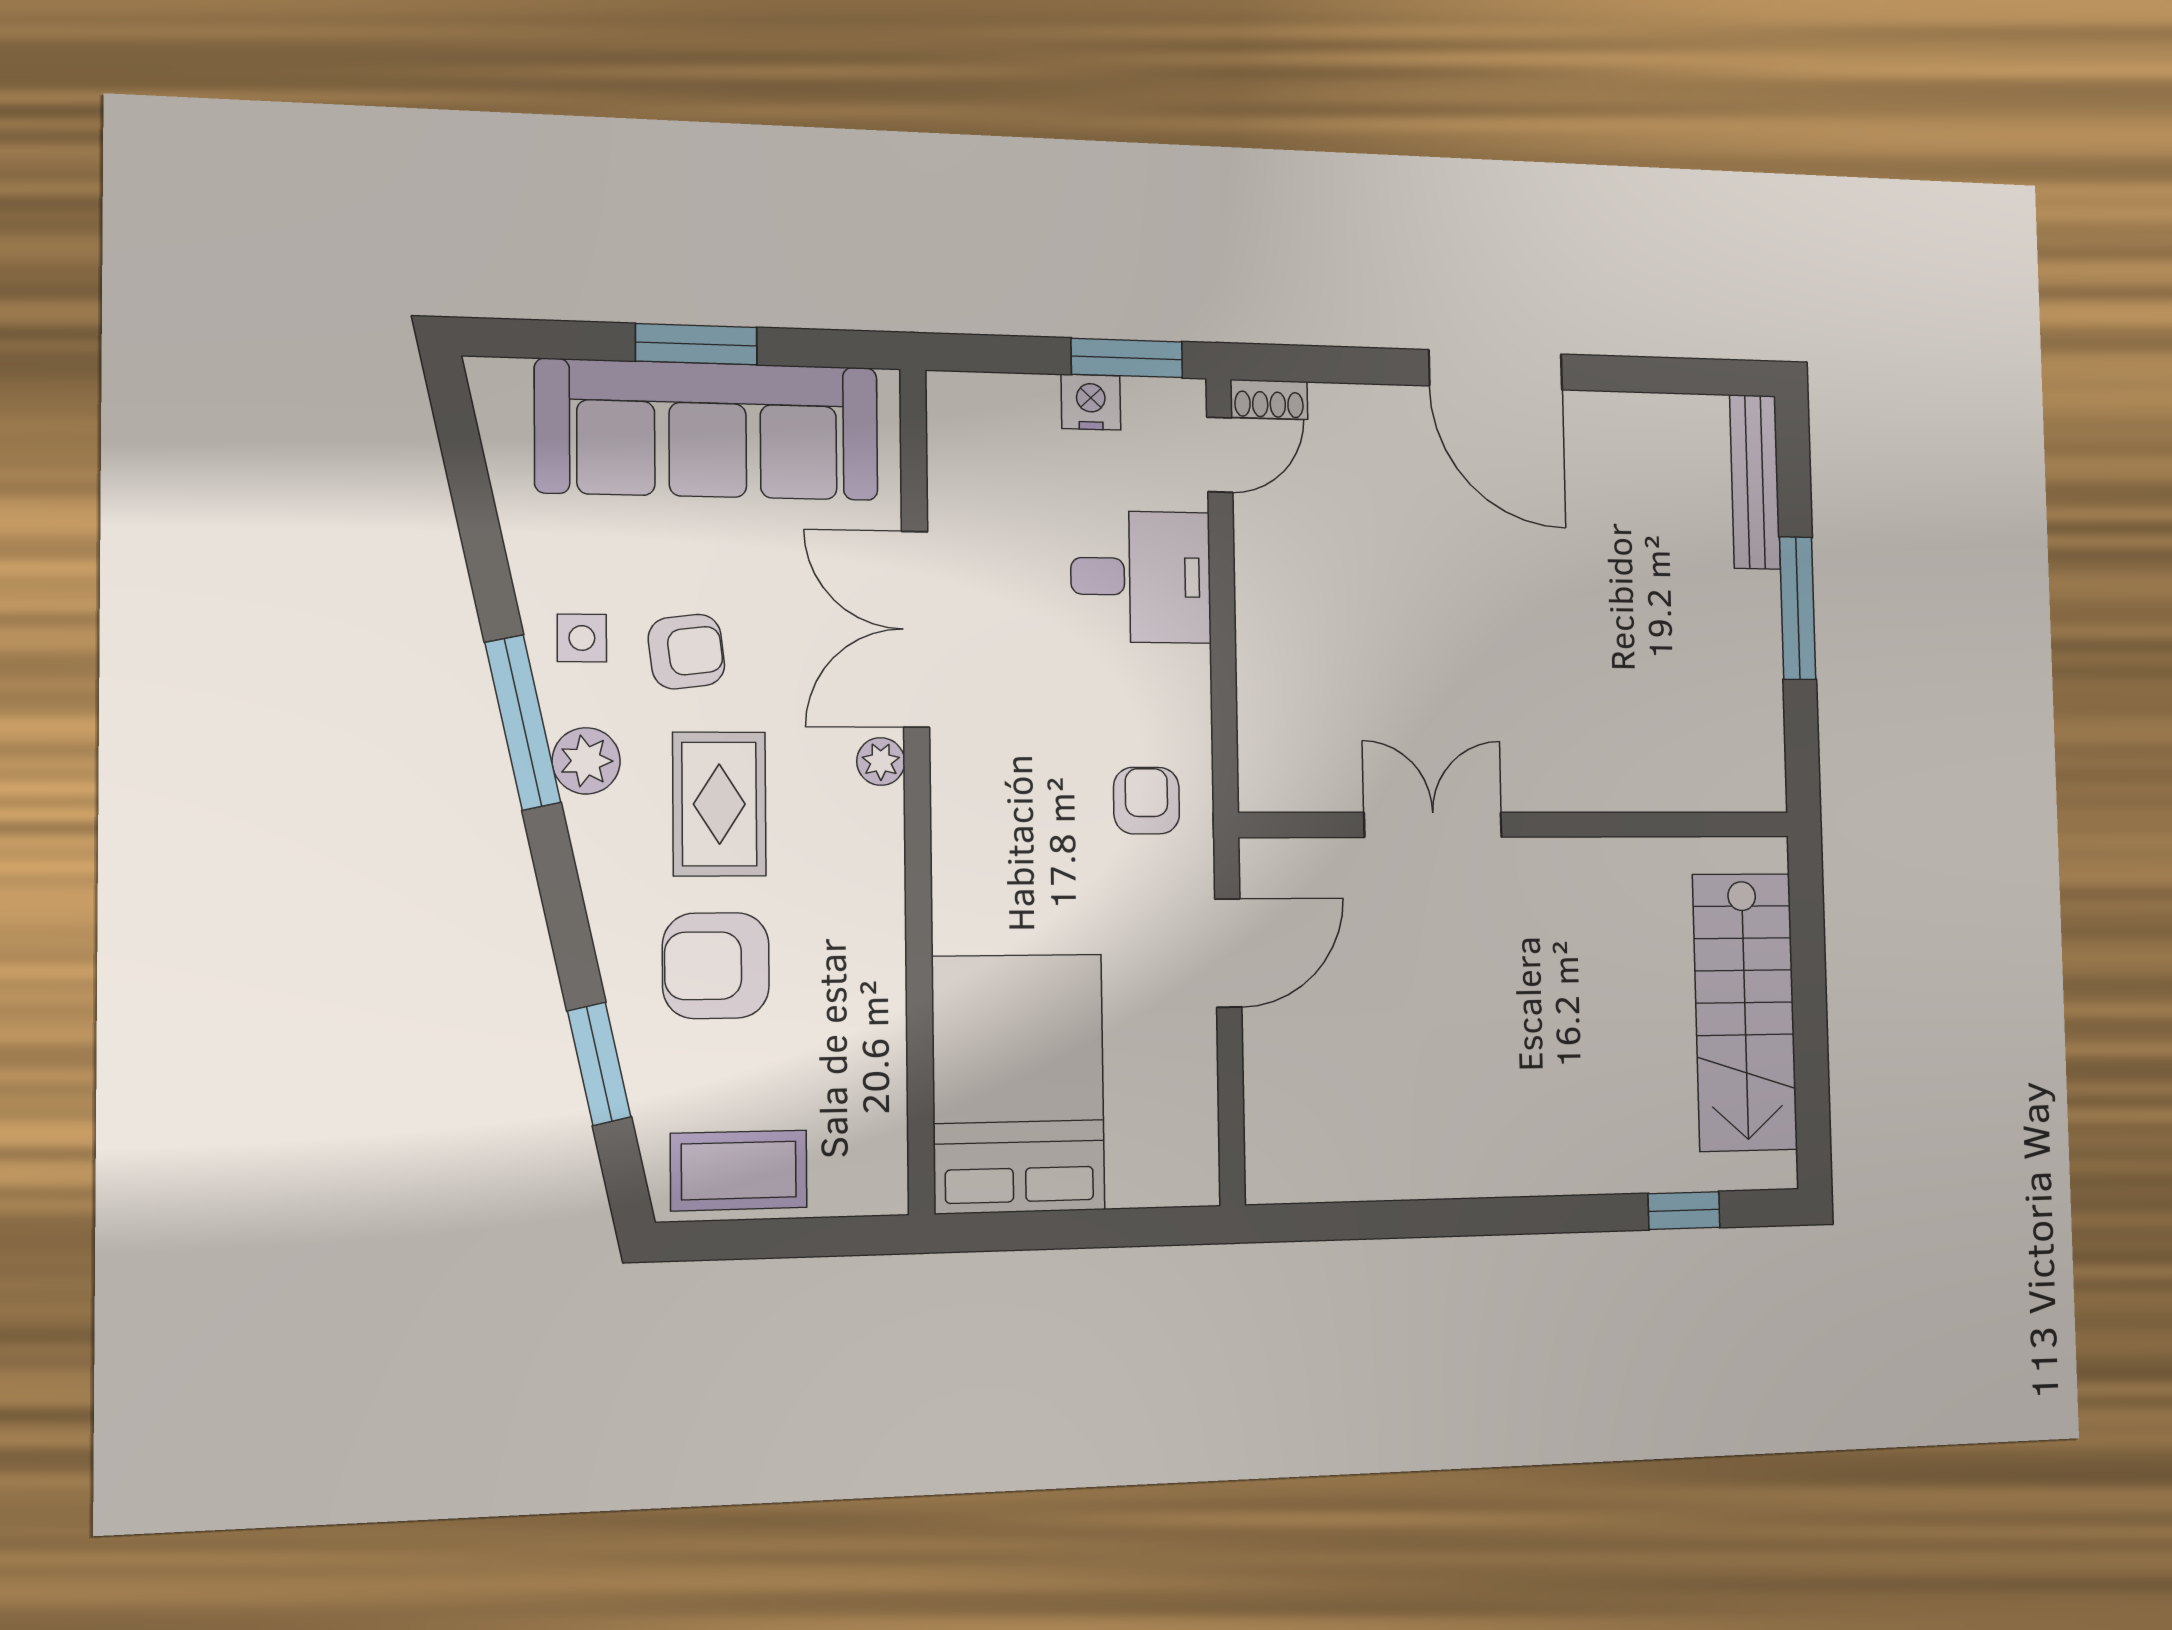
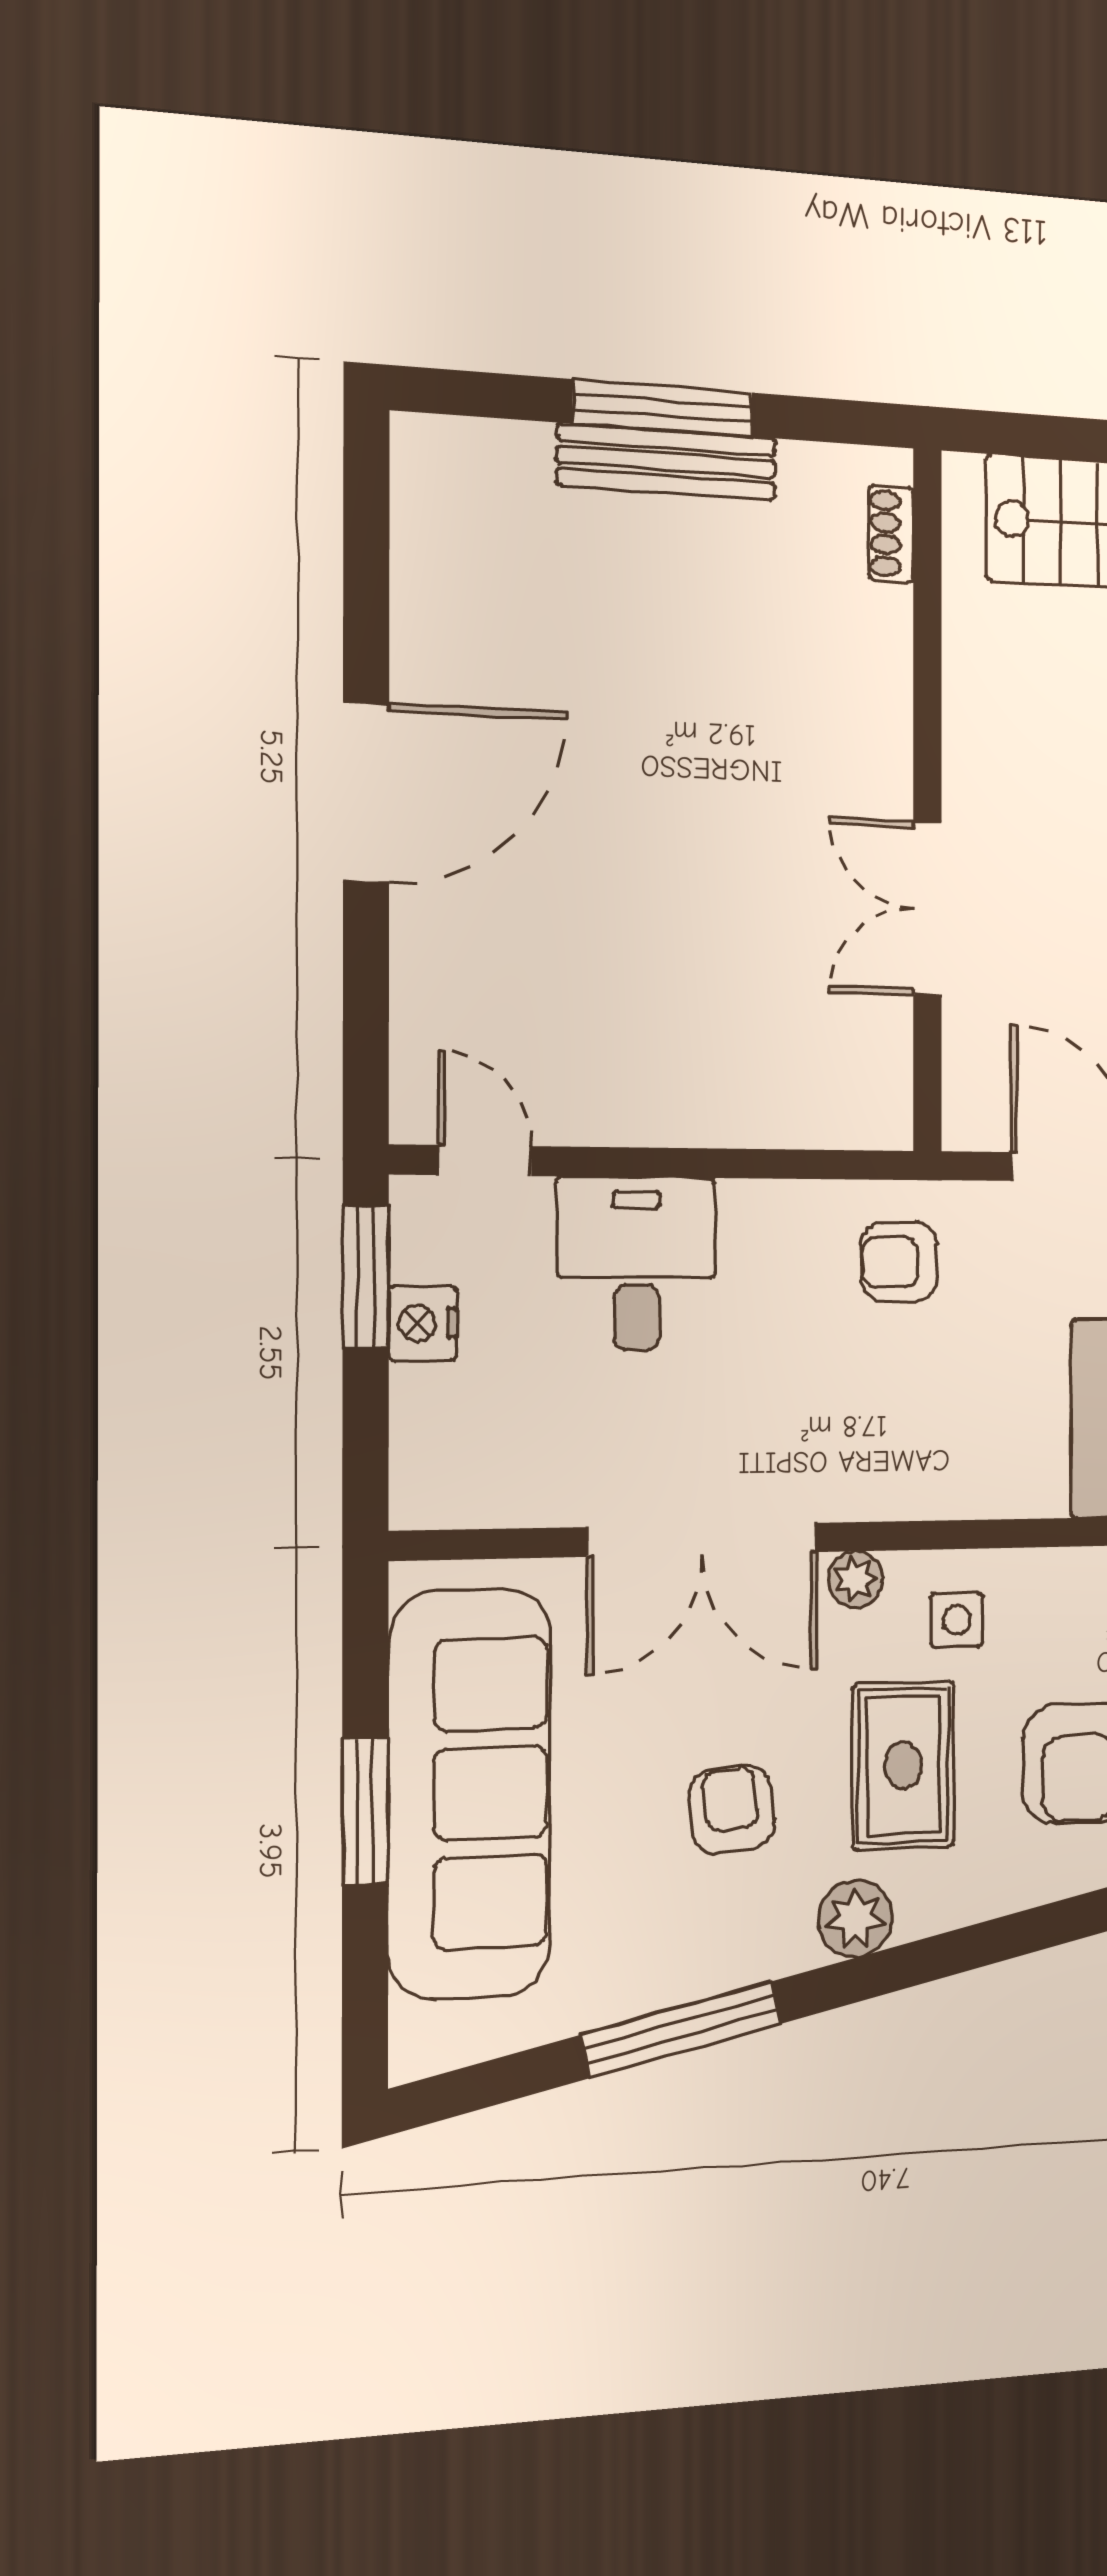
shoe rack: (1269, 399) -> (891, 534), moved, turned 180
bench: (1755, 482) -> (667, 462), moved
side table: (582, 638) -> (957, 1620), moved
window: (523, 722) -> (681, 2029), moved
rug: (719, 804) -> (903, 1765), turned 90

